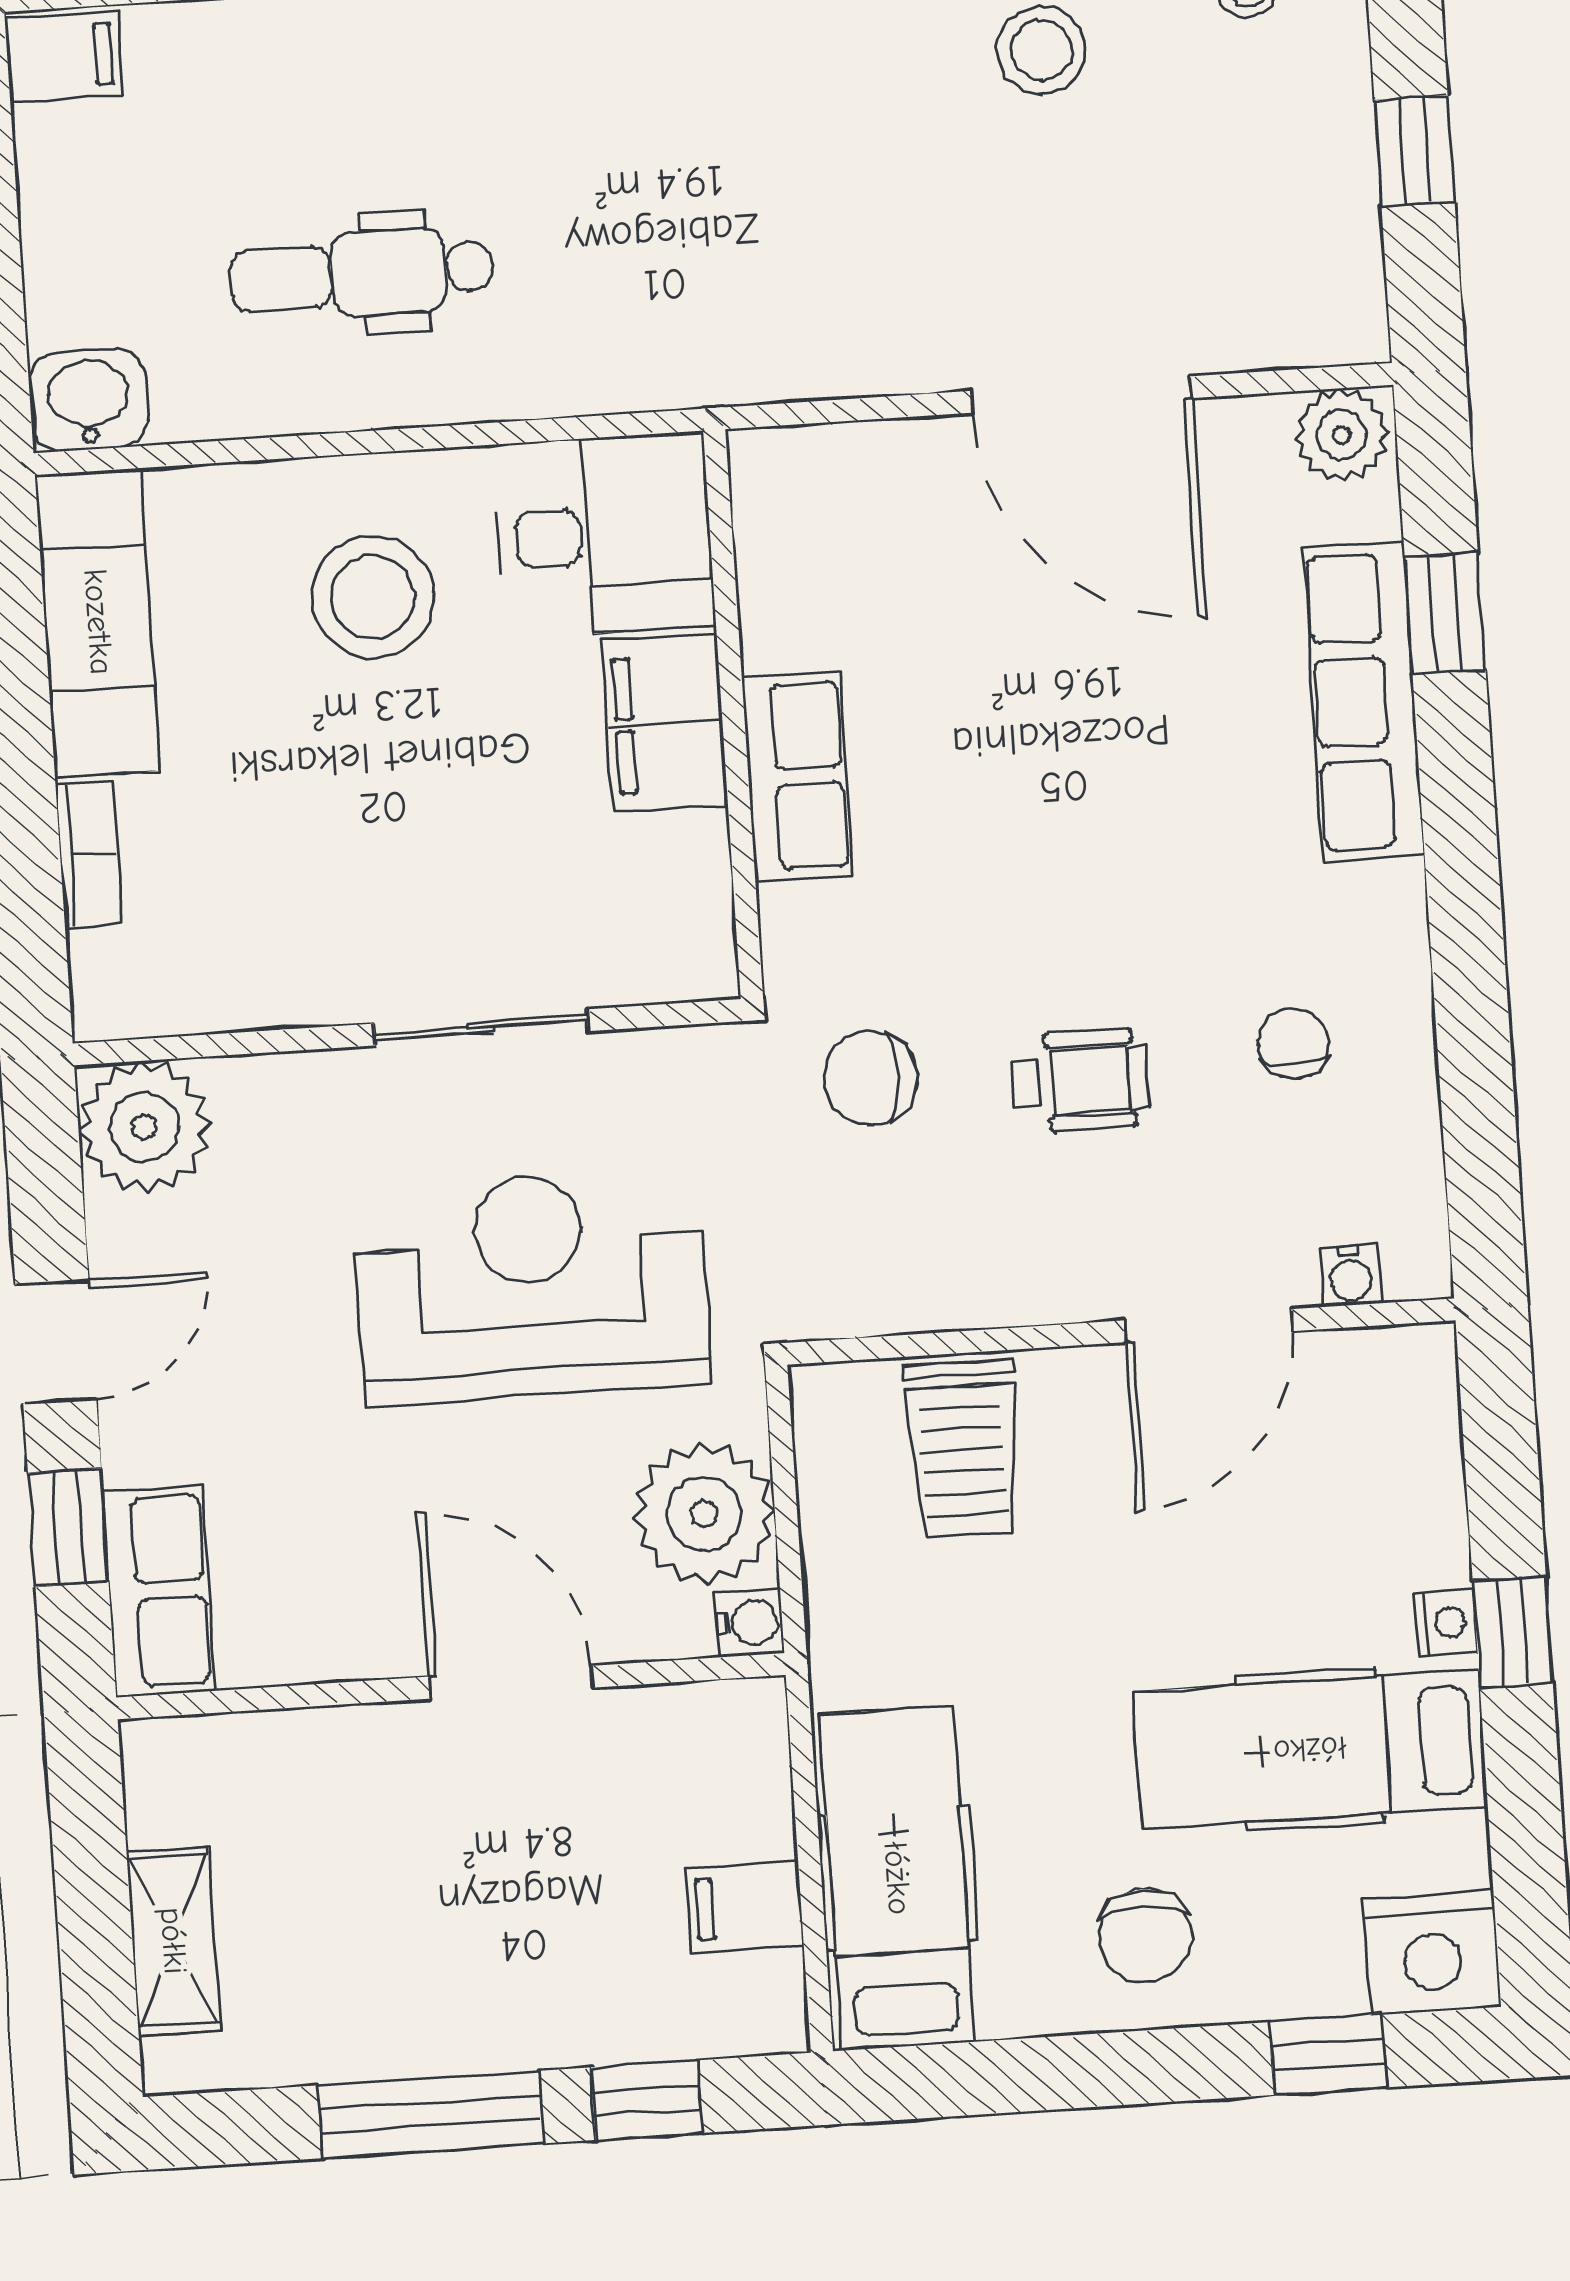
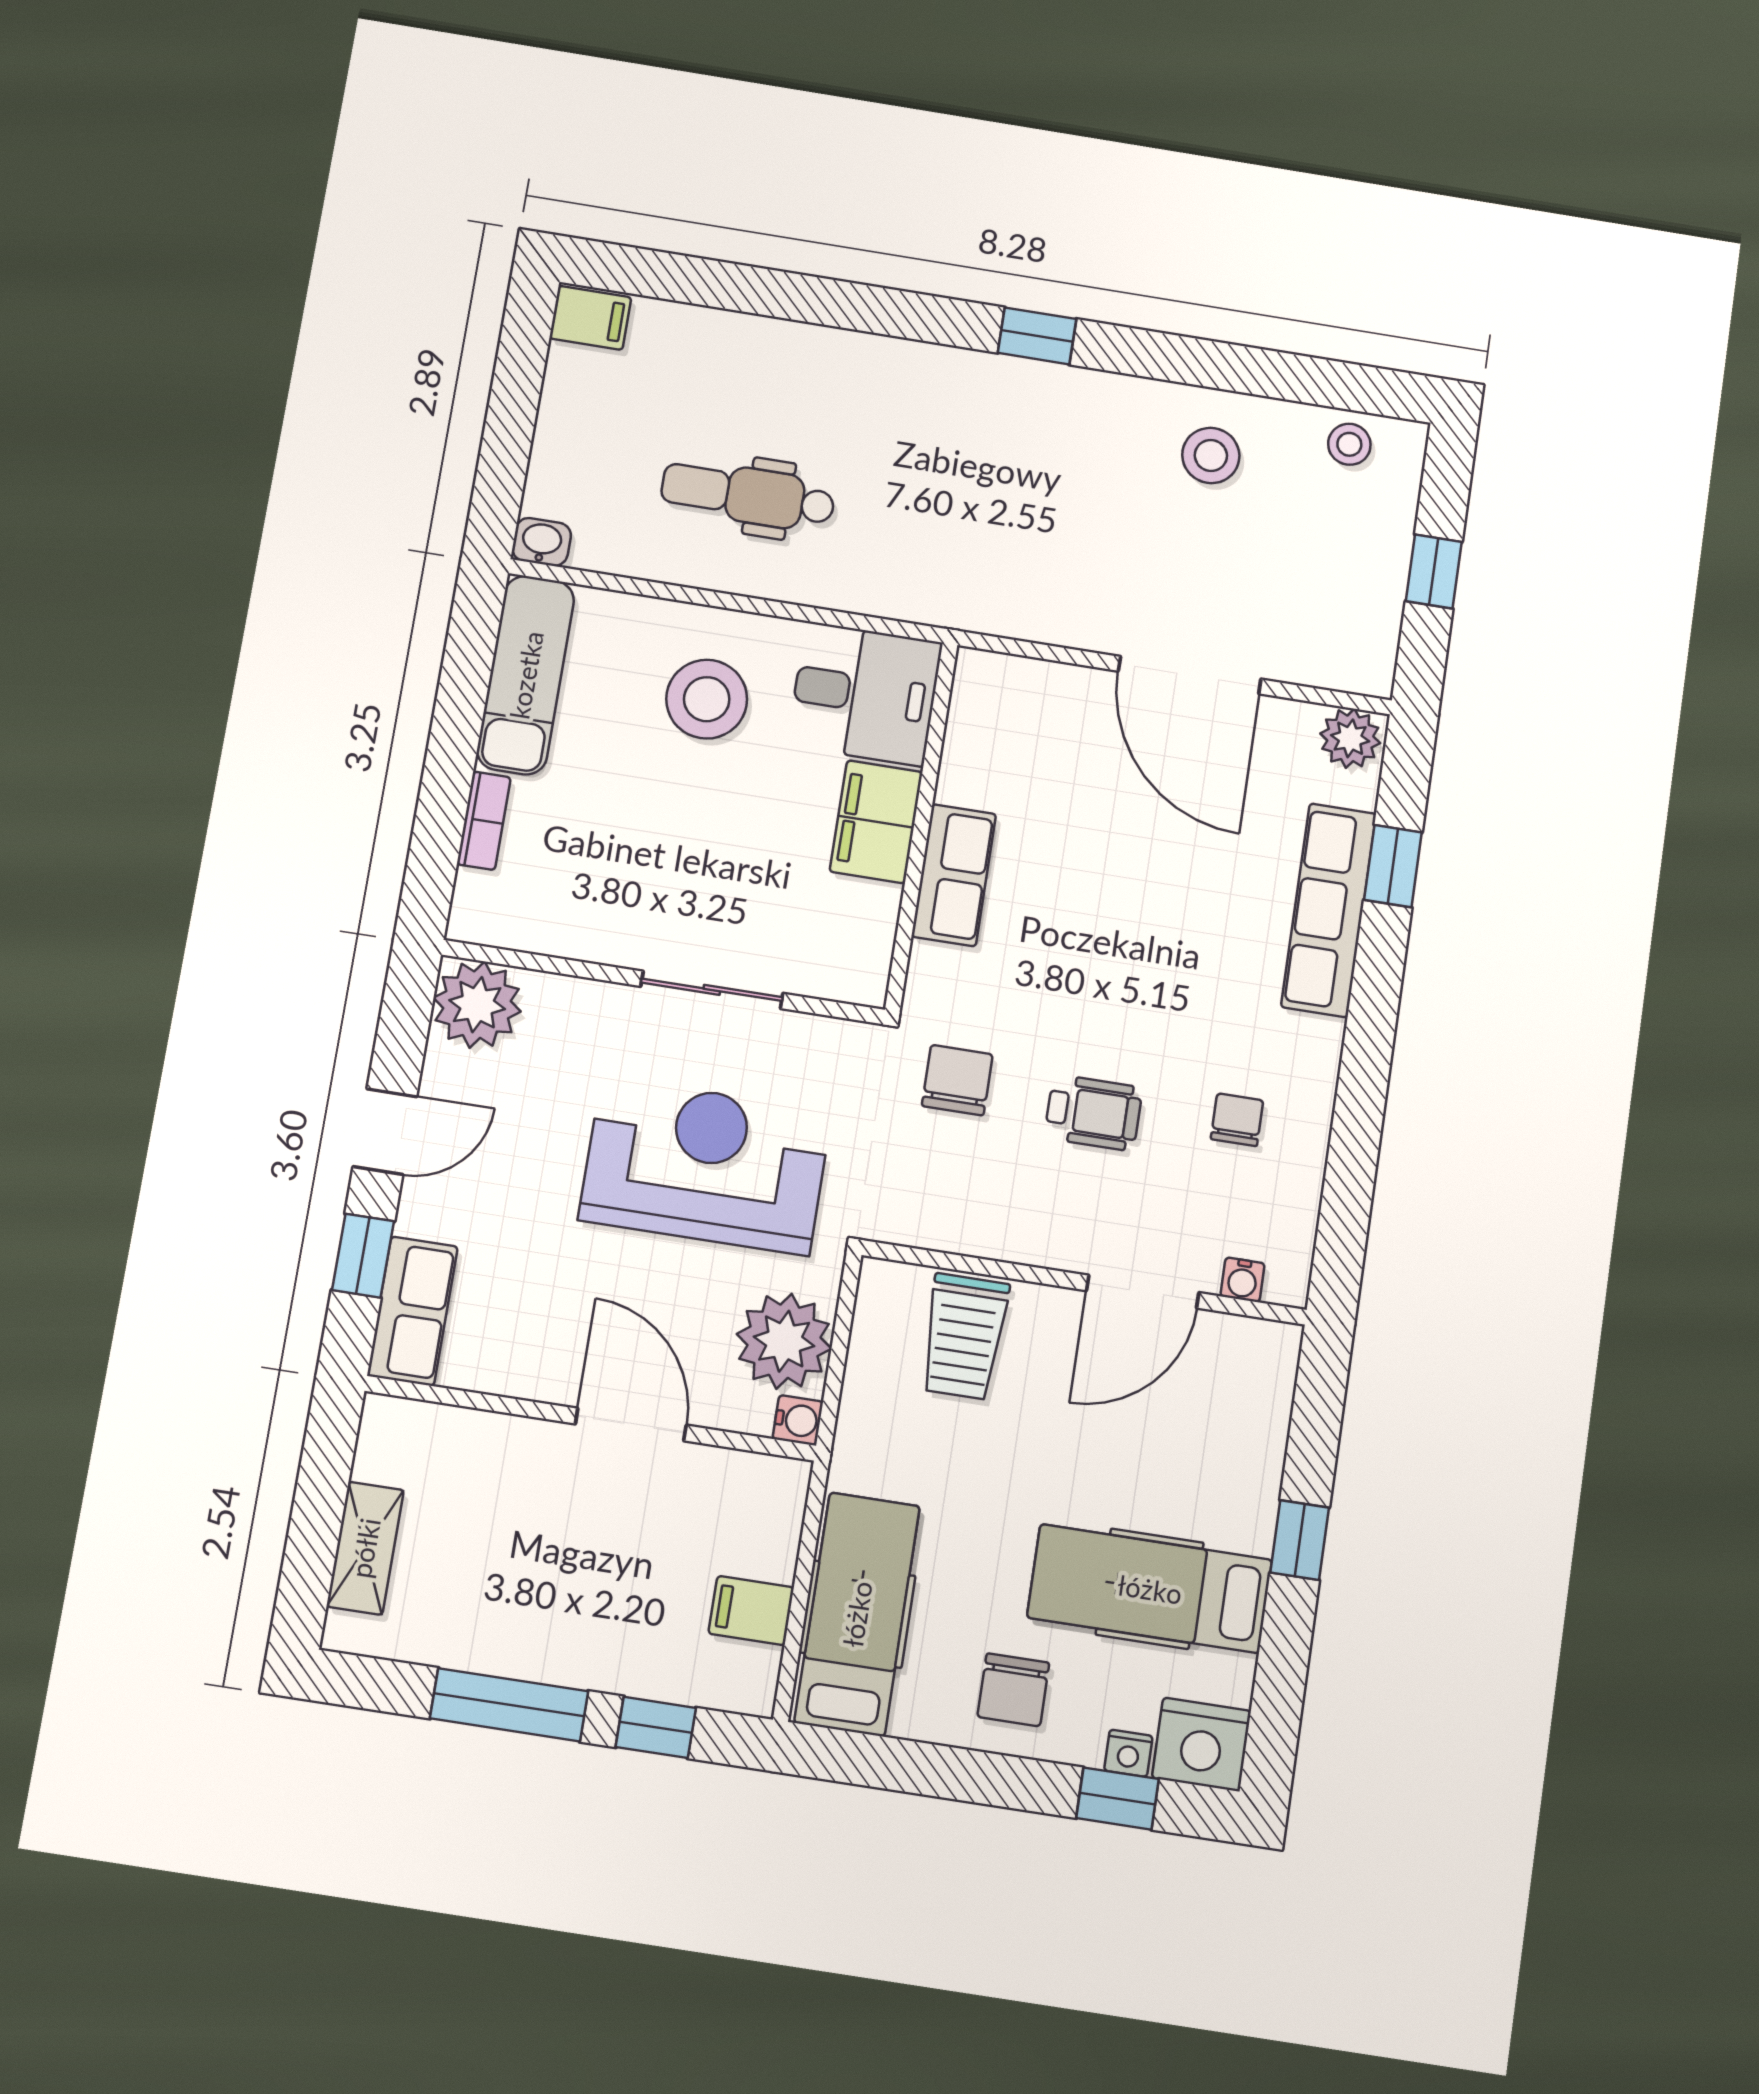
washbasin: (88, 400) -> (542, 542), width x0.72, depth x0.69
chair: (870, 1078) -> (957, 1080), turned 90
nightstand: (1446, 1623) -> (1128, 1753), moved, turned 90

